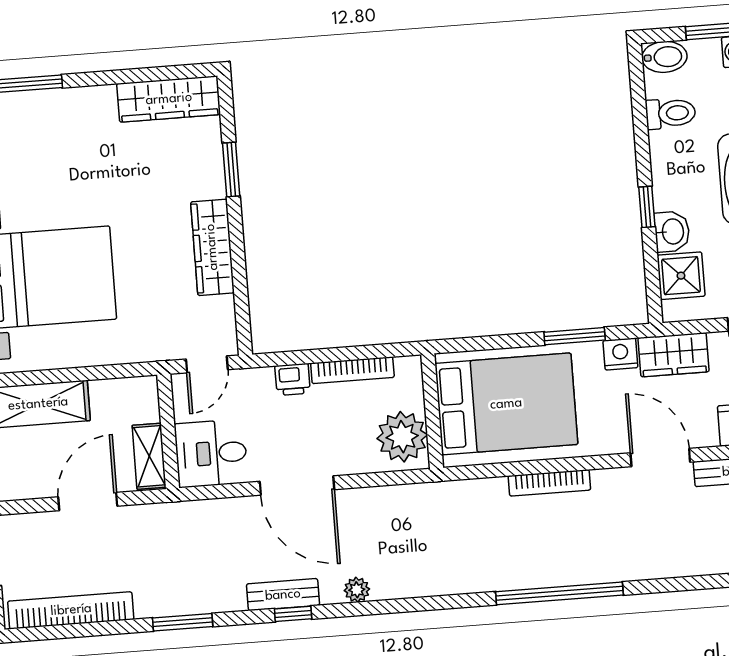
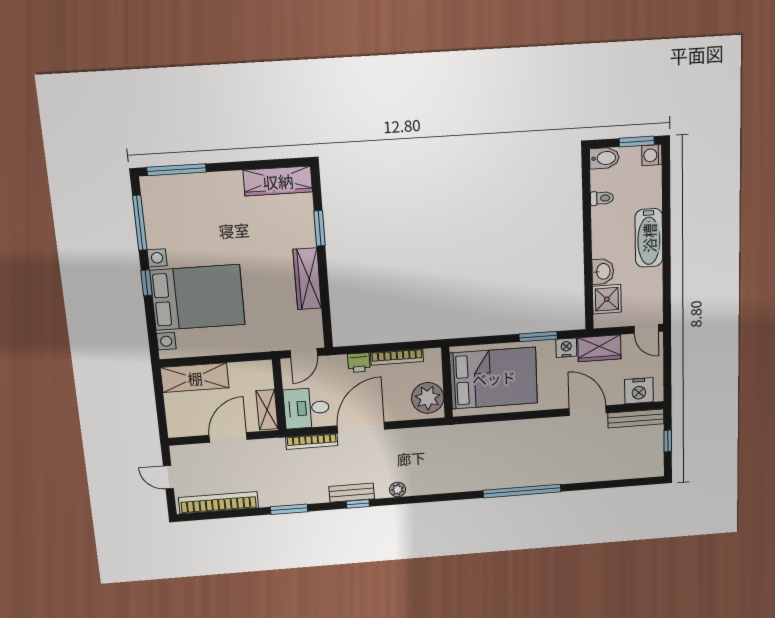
toilet: (671, 113) -> (602, 198), width x0.73, depth x0.72
window: (647, 207) -> (588, 255), removed
bookcase: (549, 483) -> (312, 441), moved
door: (297, 486) -> (361, 428), swing flipped

